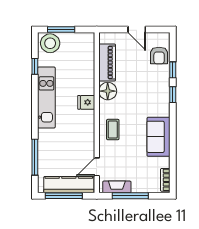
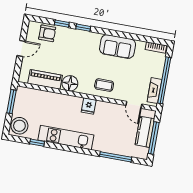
window: (61, 30) -> (12, 102), moved
fridge: (86, 102) -> (89, 106), moved
kitchen counter: (69, 185) -> (145, 132), width x0.67
window: (130, 196) -> (164, 80), width x1.46

